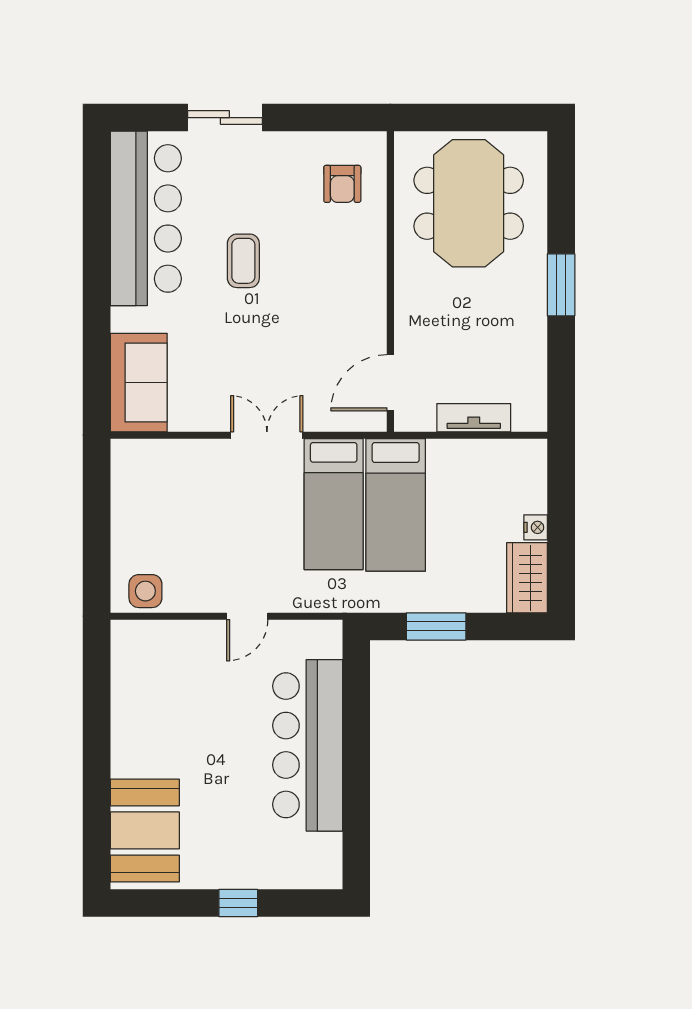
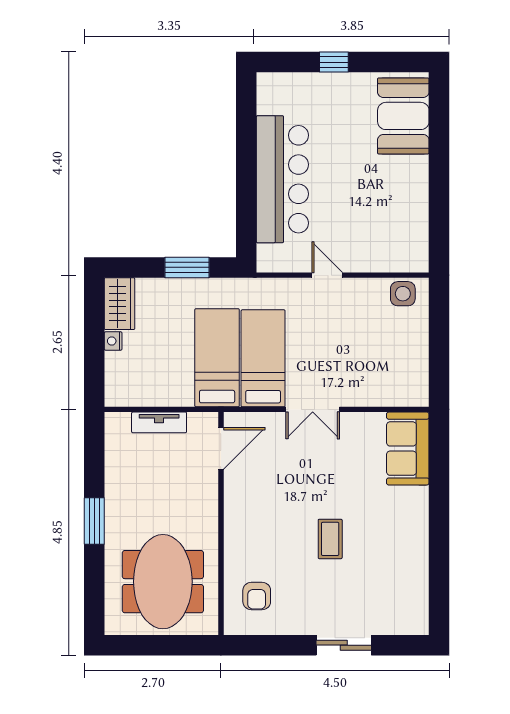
armchair: (342, 184) -> (257, 596), turned 180
bar counter: (146, 218) -> (403, 570), removed
door: (247, 616) -> (327, 275), hinge flipped

